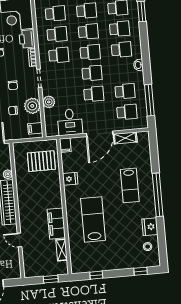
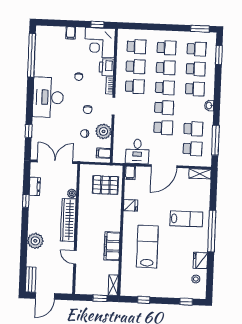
plant: (49, 102) -> (120, 130), removed
shelving: (125, 138) -> (200, 174), moved
lab bench: (130, 185) -> (186, 219), turned -90
shelving: (62, 250) -> (113, 285), moved

